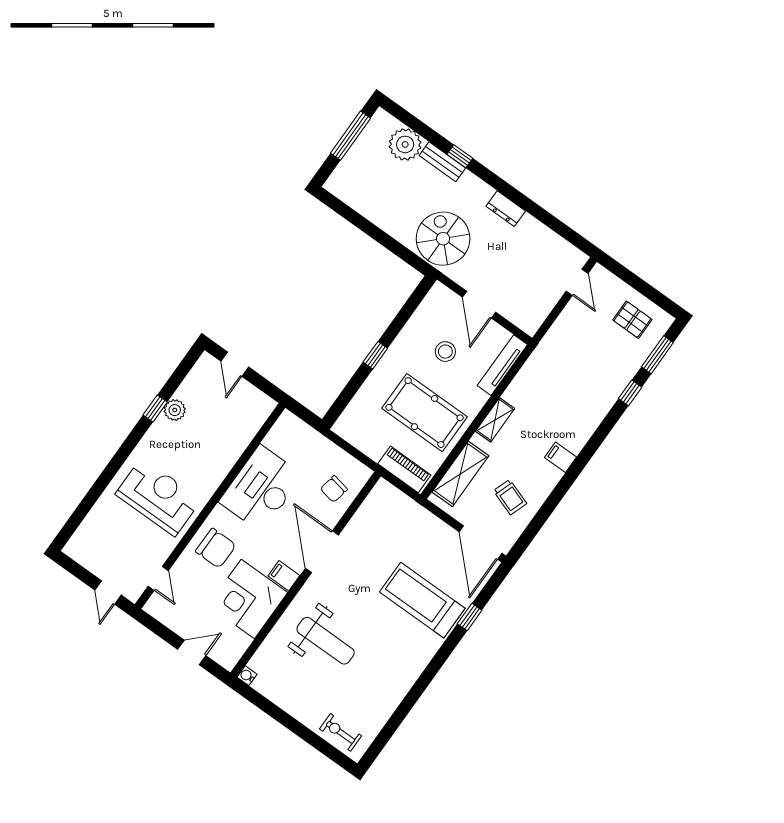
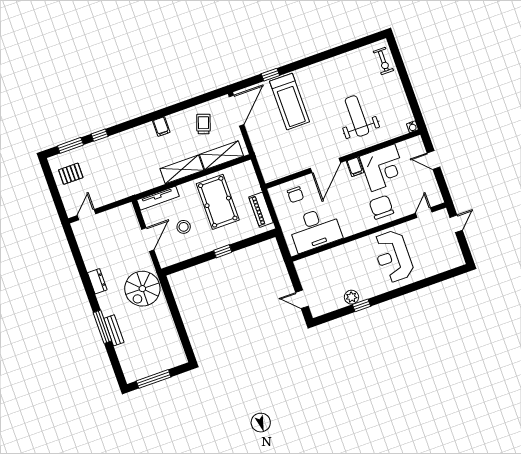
plant: (405, 144) -> (127, 354), removed
window: (460, 156) -> (102, 327), width x2.17
pallet: (632, 320) -> (71, 174), turned 90
door: (235, 364) -> (302, 299), swing flipped
shelving: (495, 420) -> (182, 169), width x1.50, depth x1.33
piano: (404, 469) -> (261, 210), moved
desk: (261, 488) -> (315, 229), moved
chair: (334, 489) -> (295, 195), turned 79

